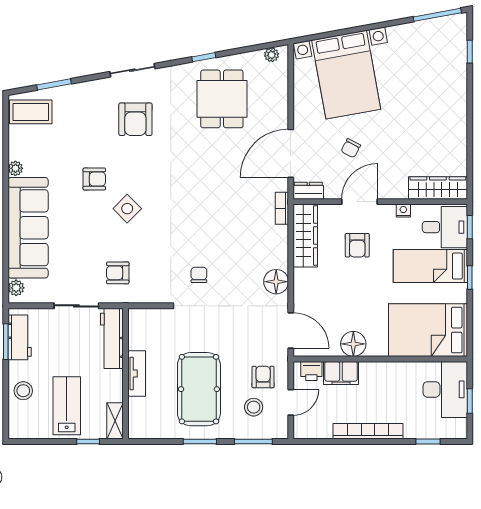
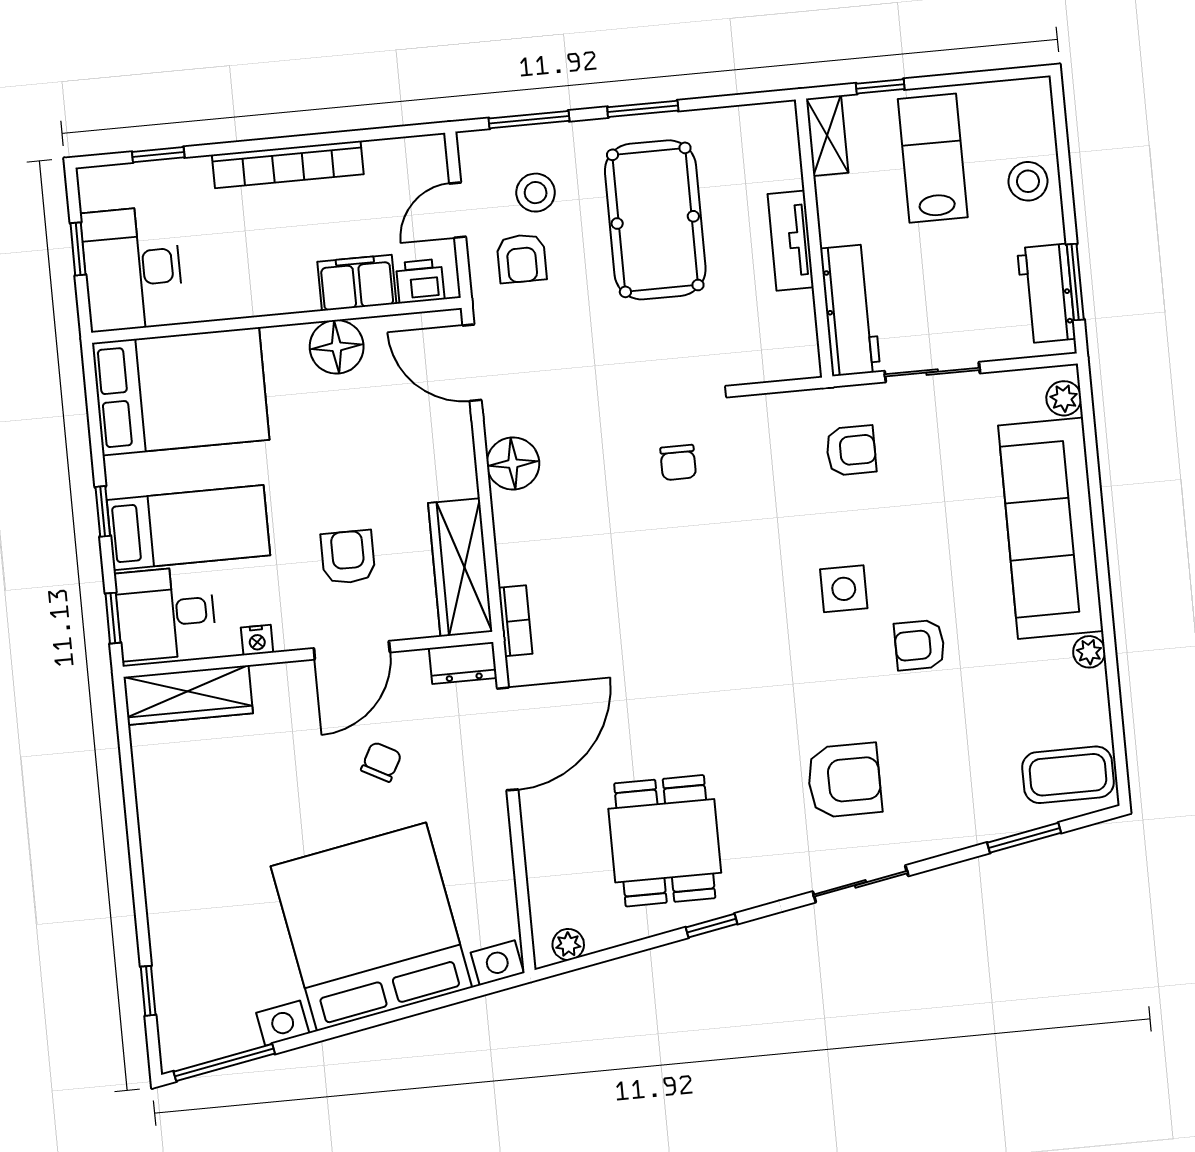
bed with nightstands: (346, 75) -> (371, 927), width x1.36
armchair: (135, 119) -> (844, 780), turned 90
side table: (127, 209) -> (844, 589), turned 45
lab bench: (67, 406) -> (933, 158), turned 180

